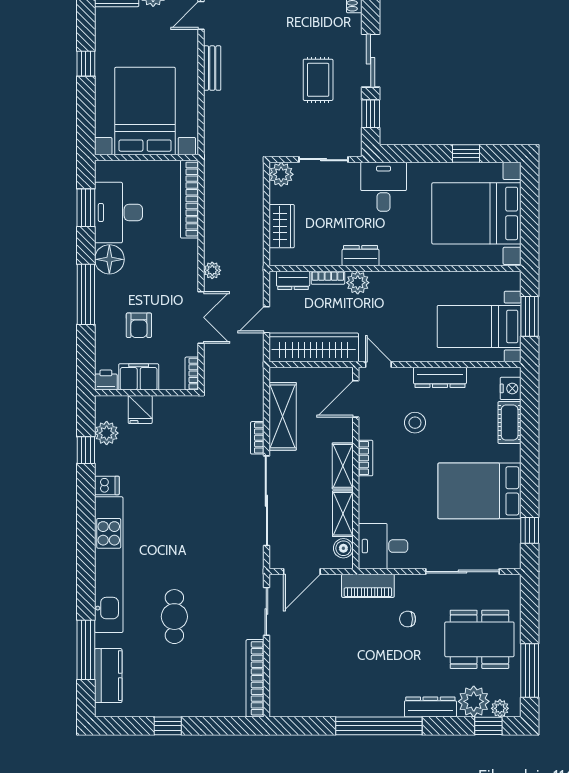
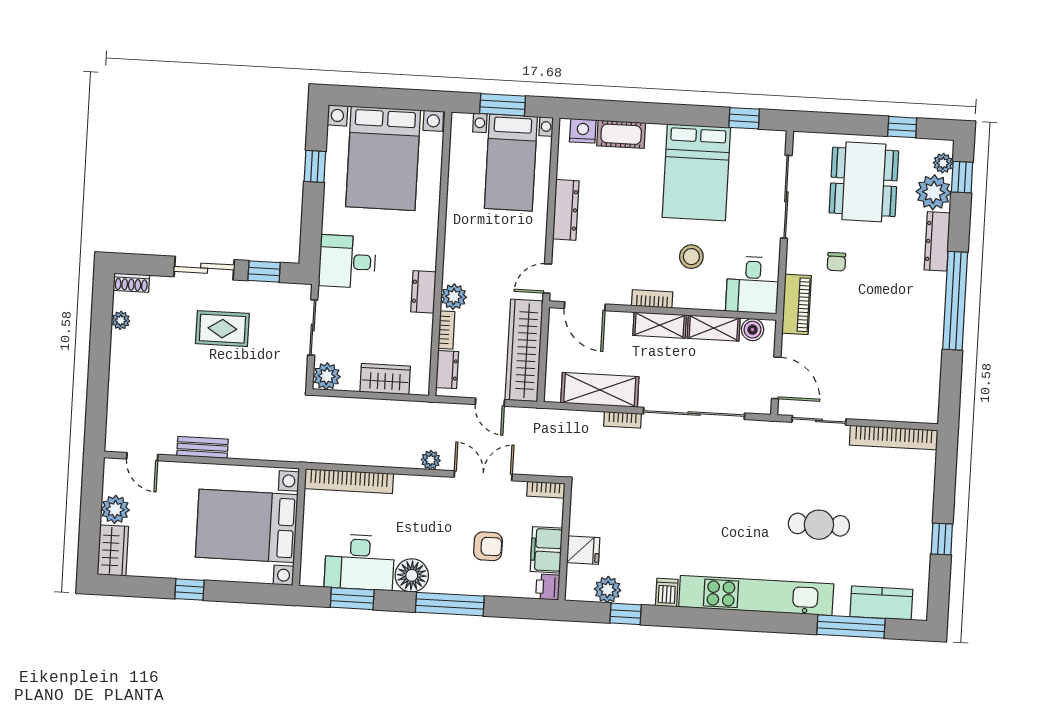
stool: (415, 423) -> (691, 257), moved
window: (530, 670) -> (902, 127), width x0.46

